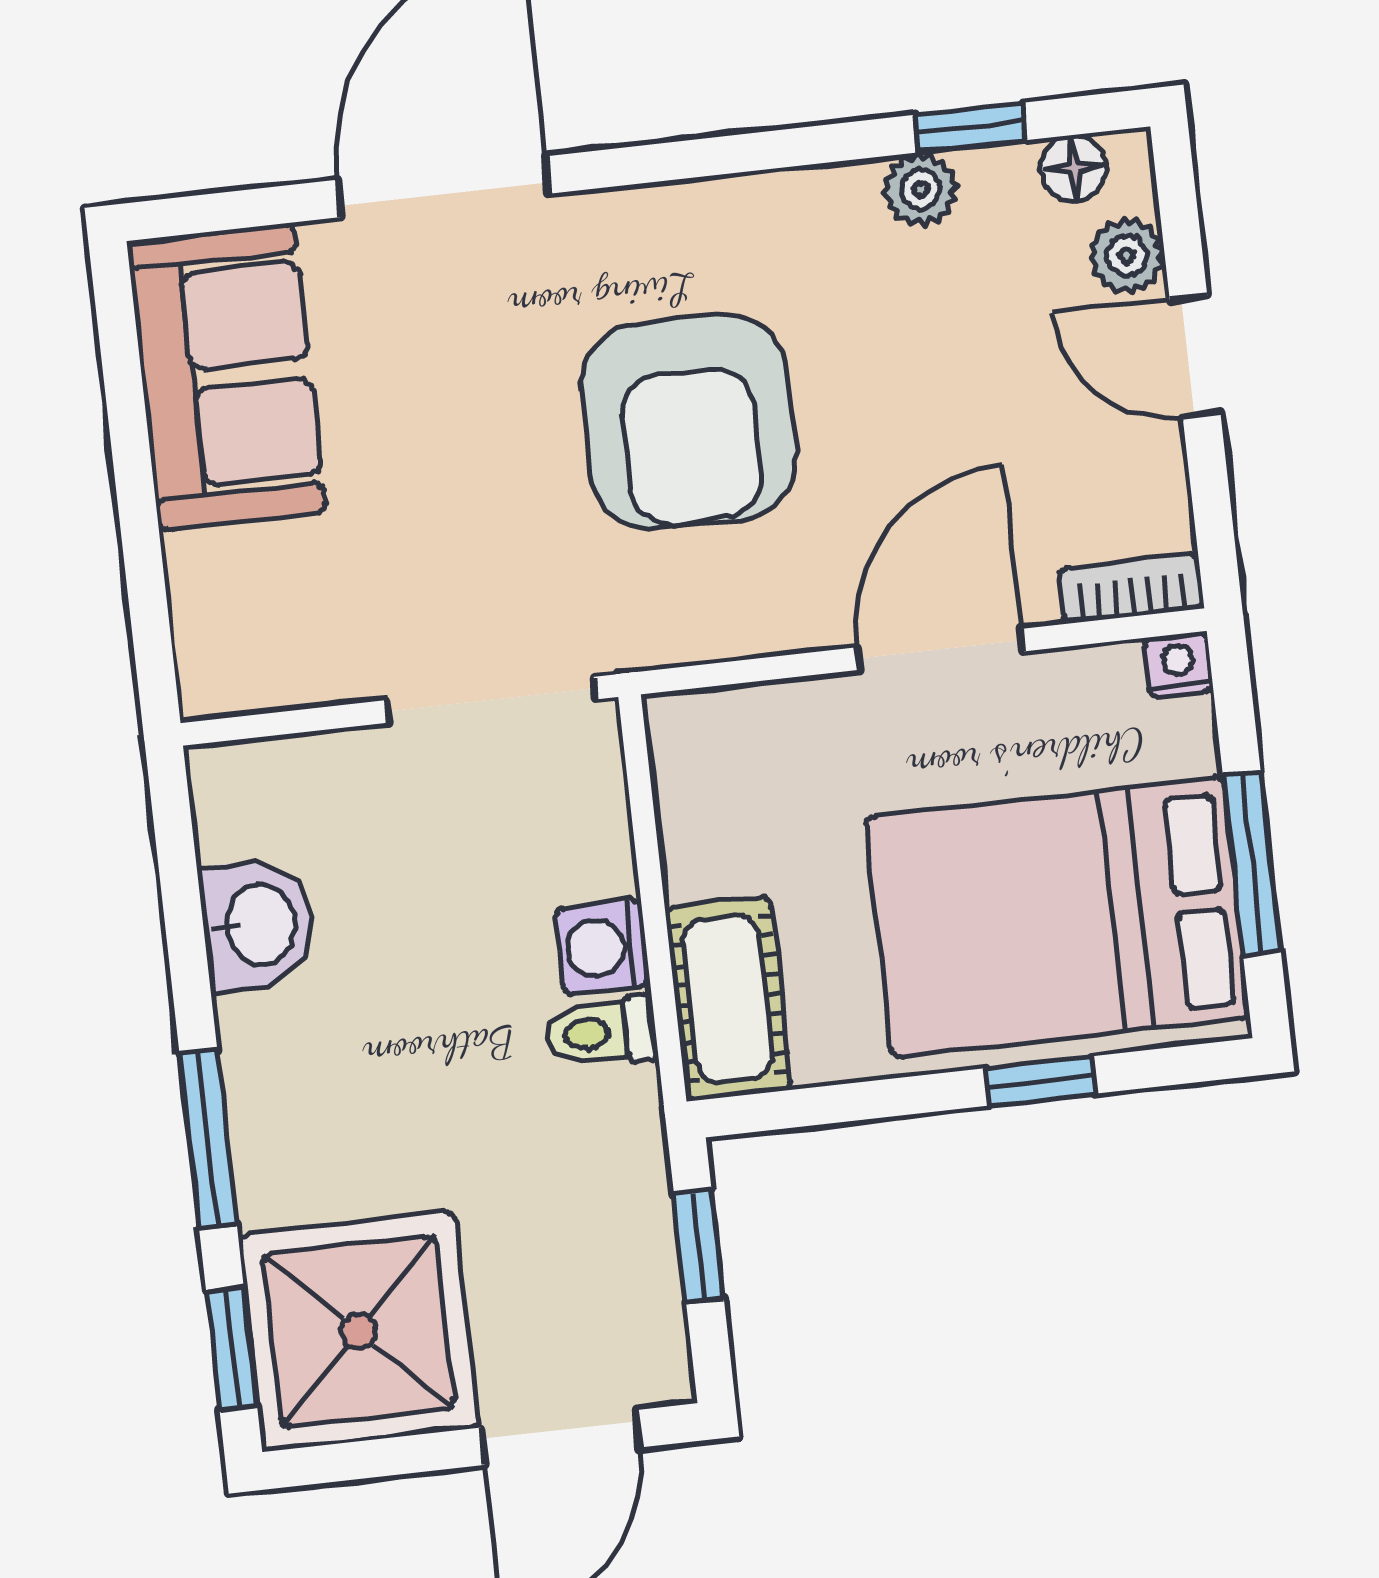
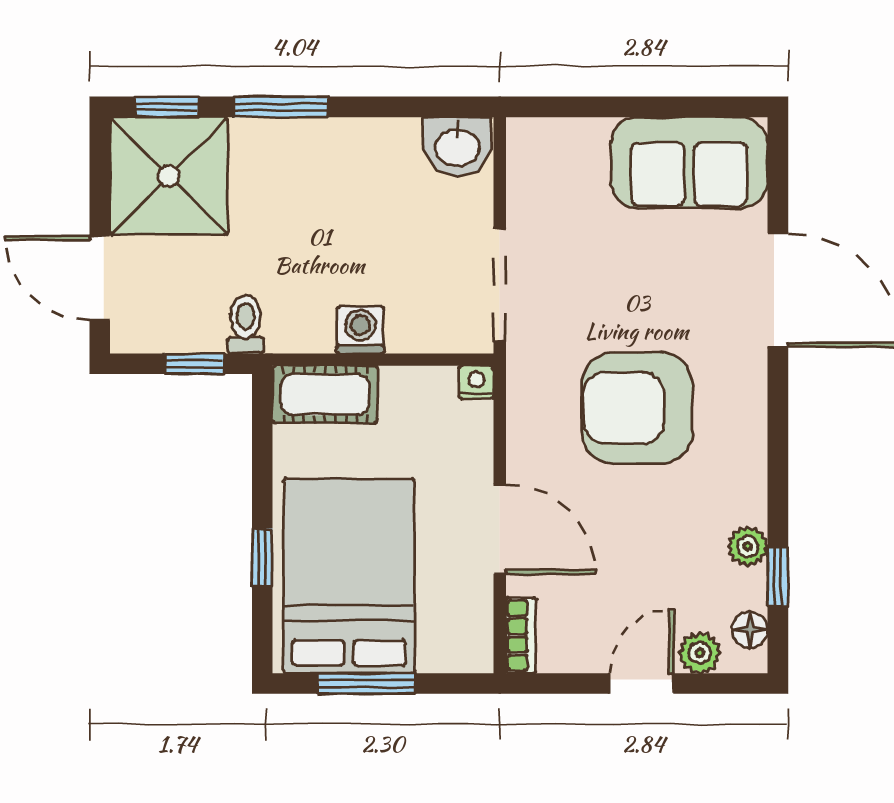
nightstand: (1178, 665) -> (476, 382), moved, turned -90
washbasin: (257, 925) -> (457, 146), moved
toilet: (602, 1032) -> (246, 324), moved

